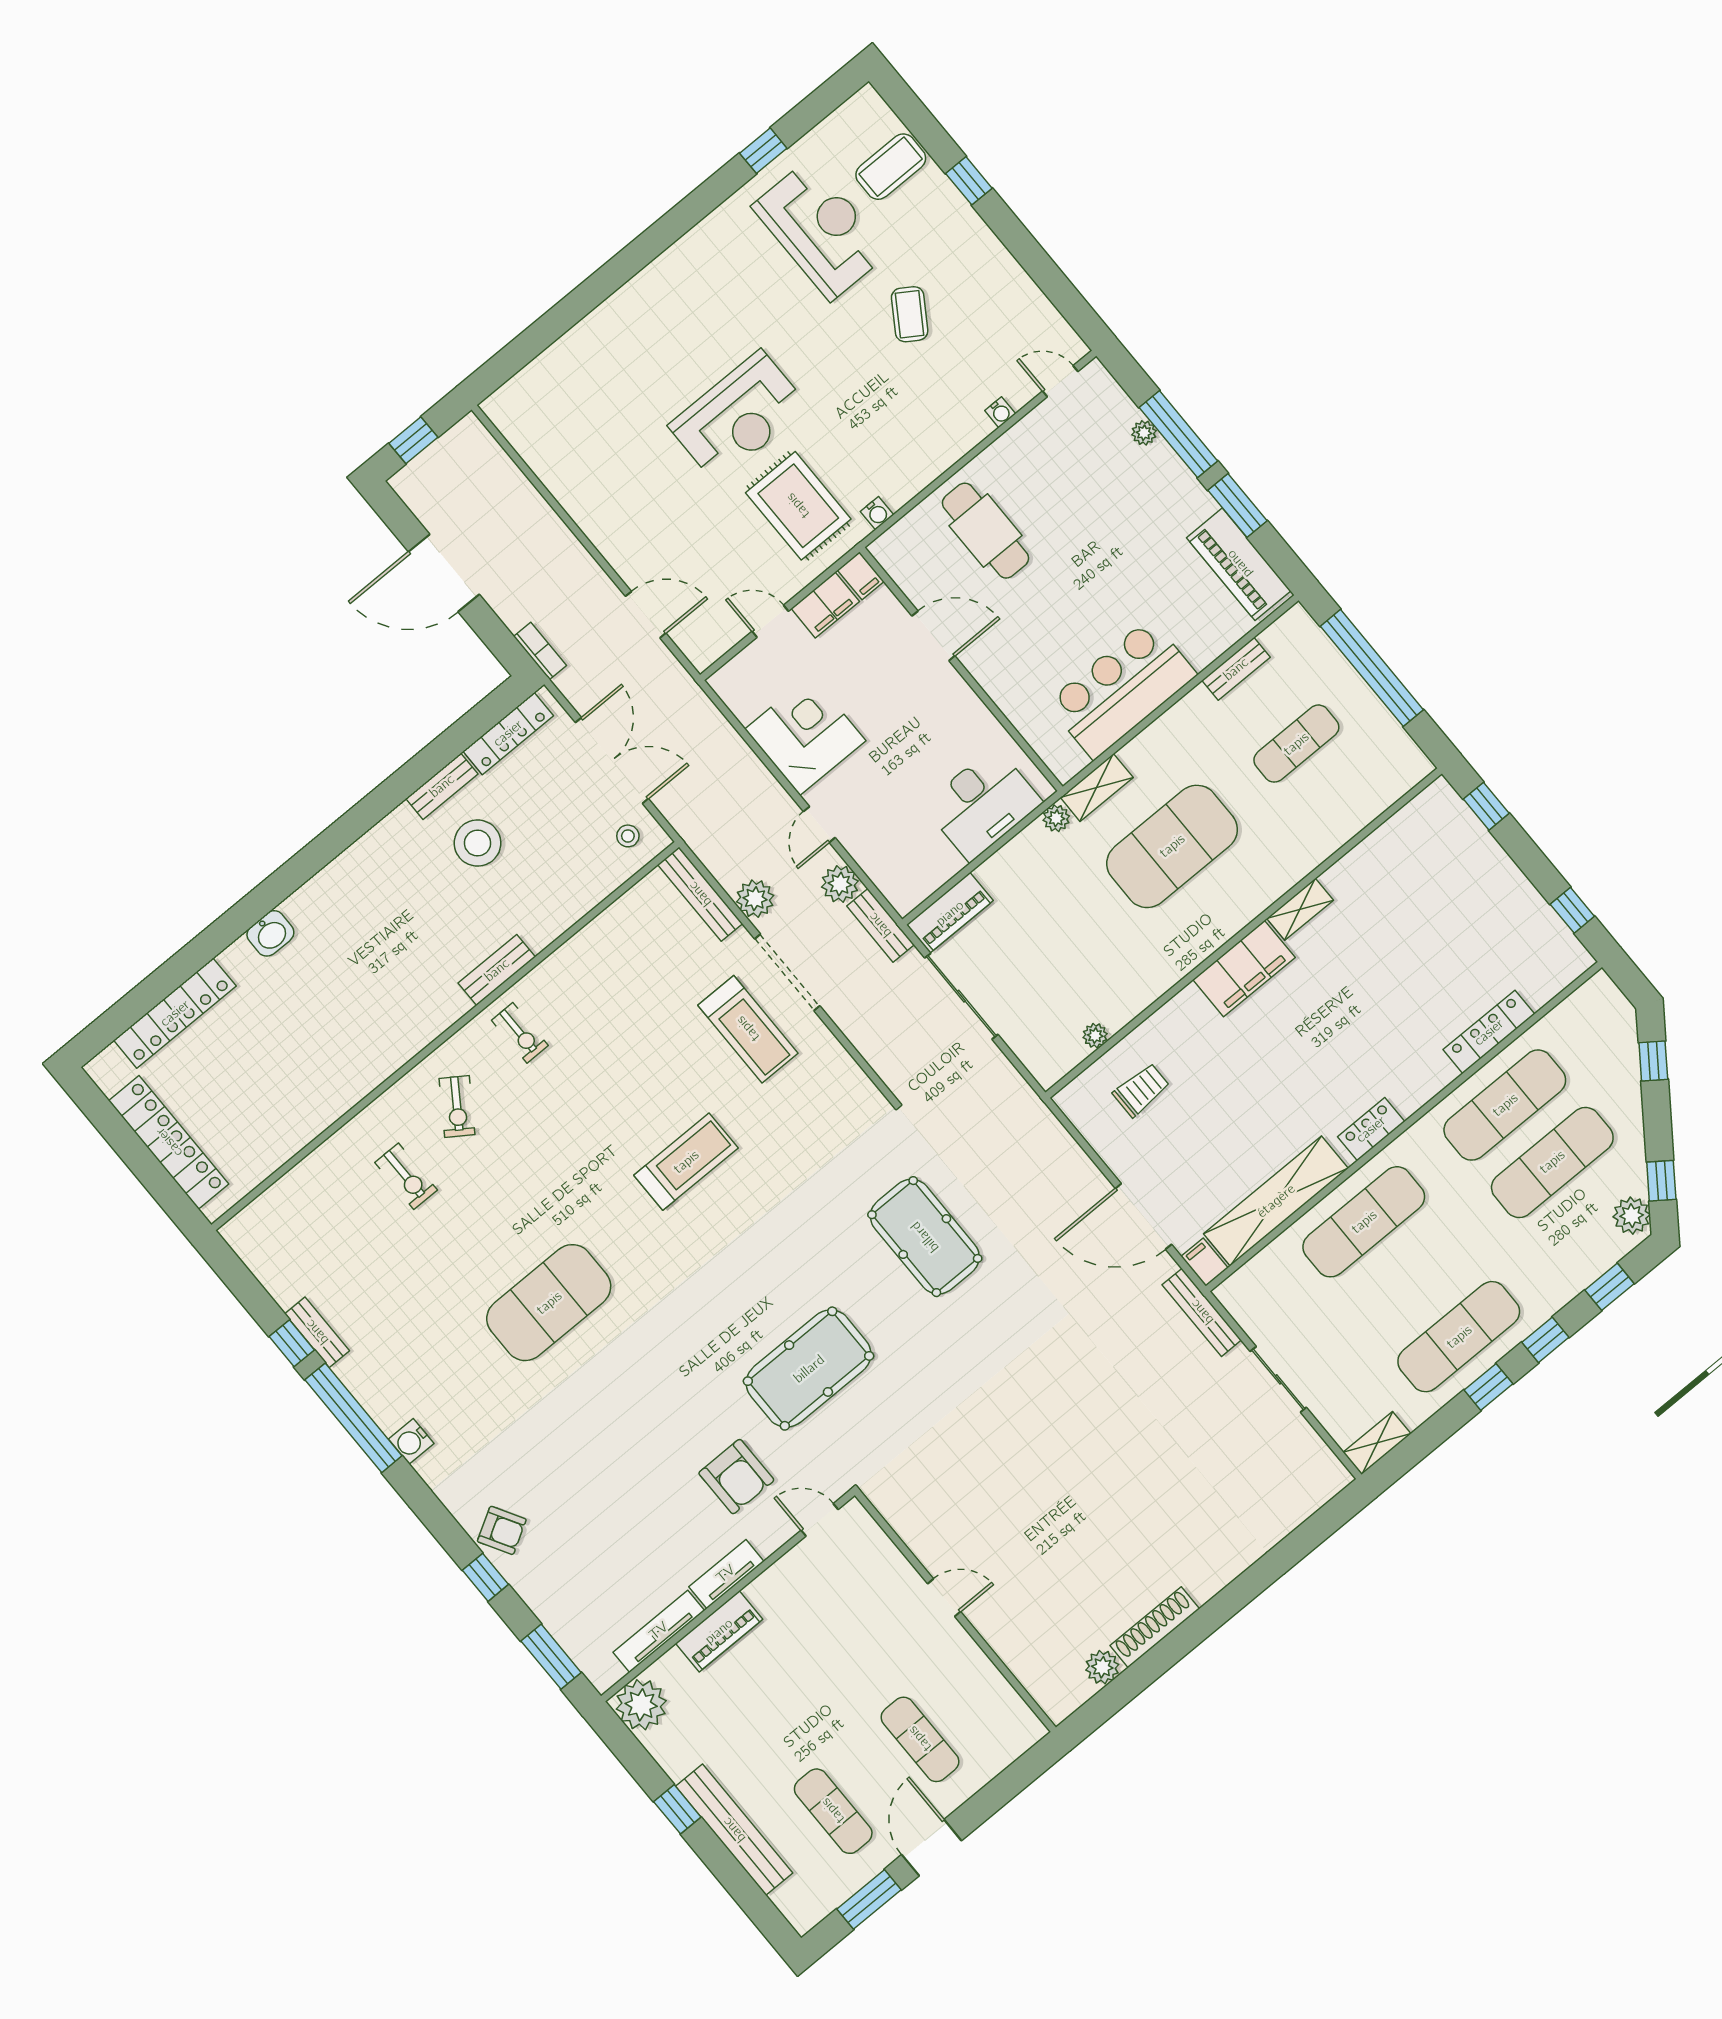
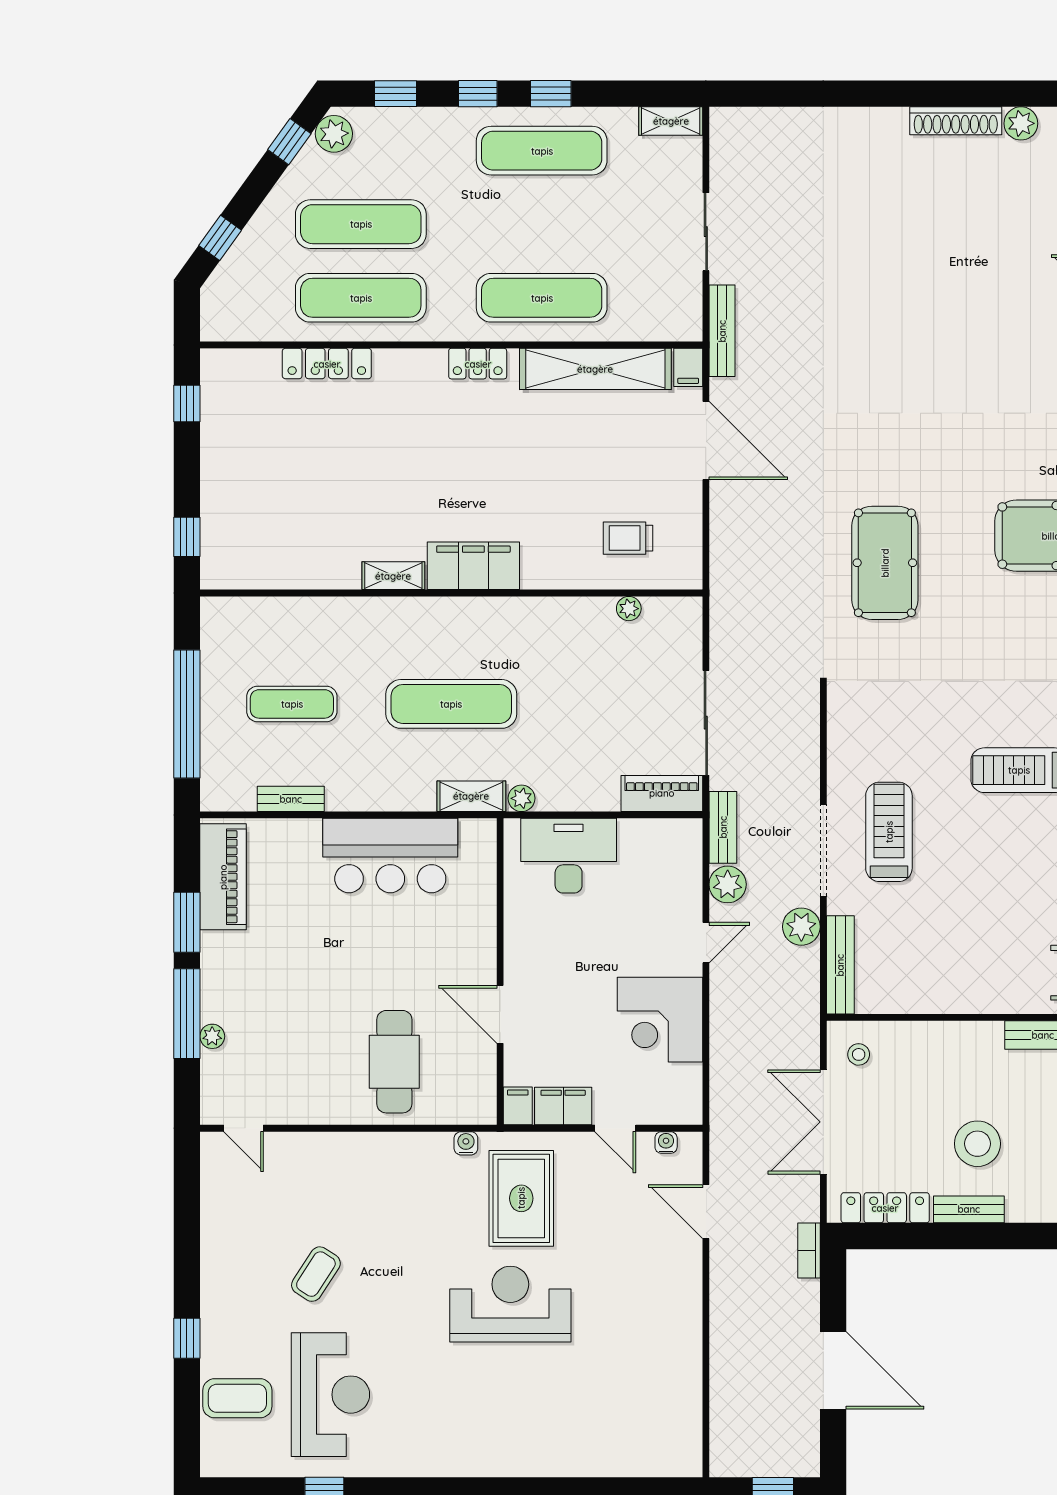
reception desk: (820, 230) -> (330, 1395), turned 180
water cooler: (1000, 412) -> (666, 1143), moved
exercise mat: (1172, 846) -> (451, 704), width x0.68

